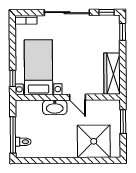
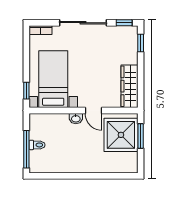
washbasin: (55, 107) -> (76, 119), width x0.52, depth x0.69
shower: (94, 141) -> (121, 135), moved
toilet: (23, 142) -> (37, 145), moved

